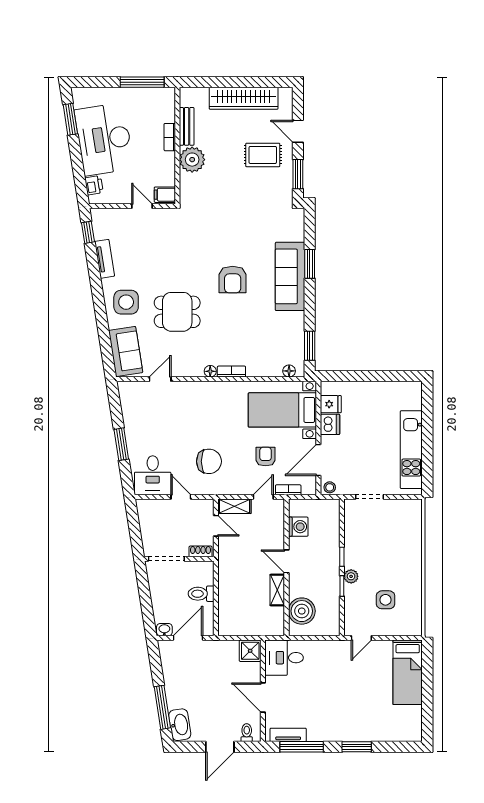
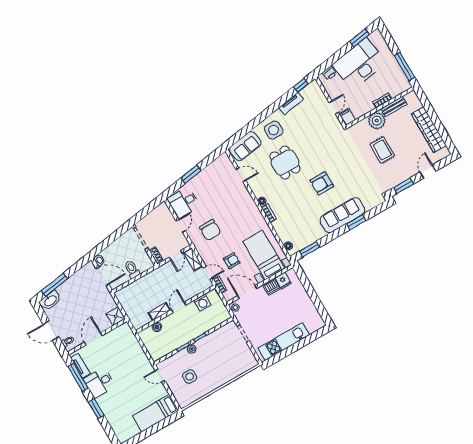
rug: (263, 155) -> (382, 150), moved
boiler: (302, 611) -> (157, 327), width x0.54, depth x0.54
desk: (284, 658) -> (99, 383), moved, turned -90

